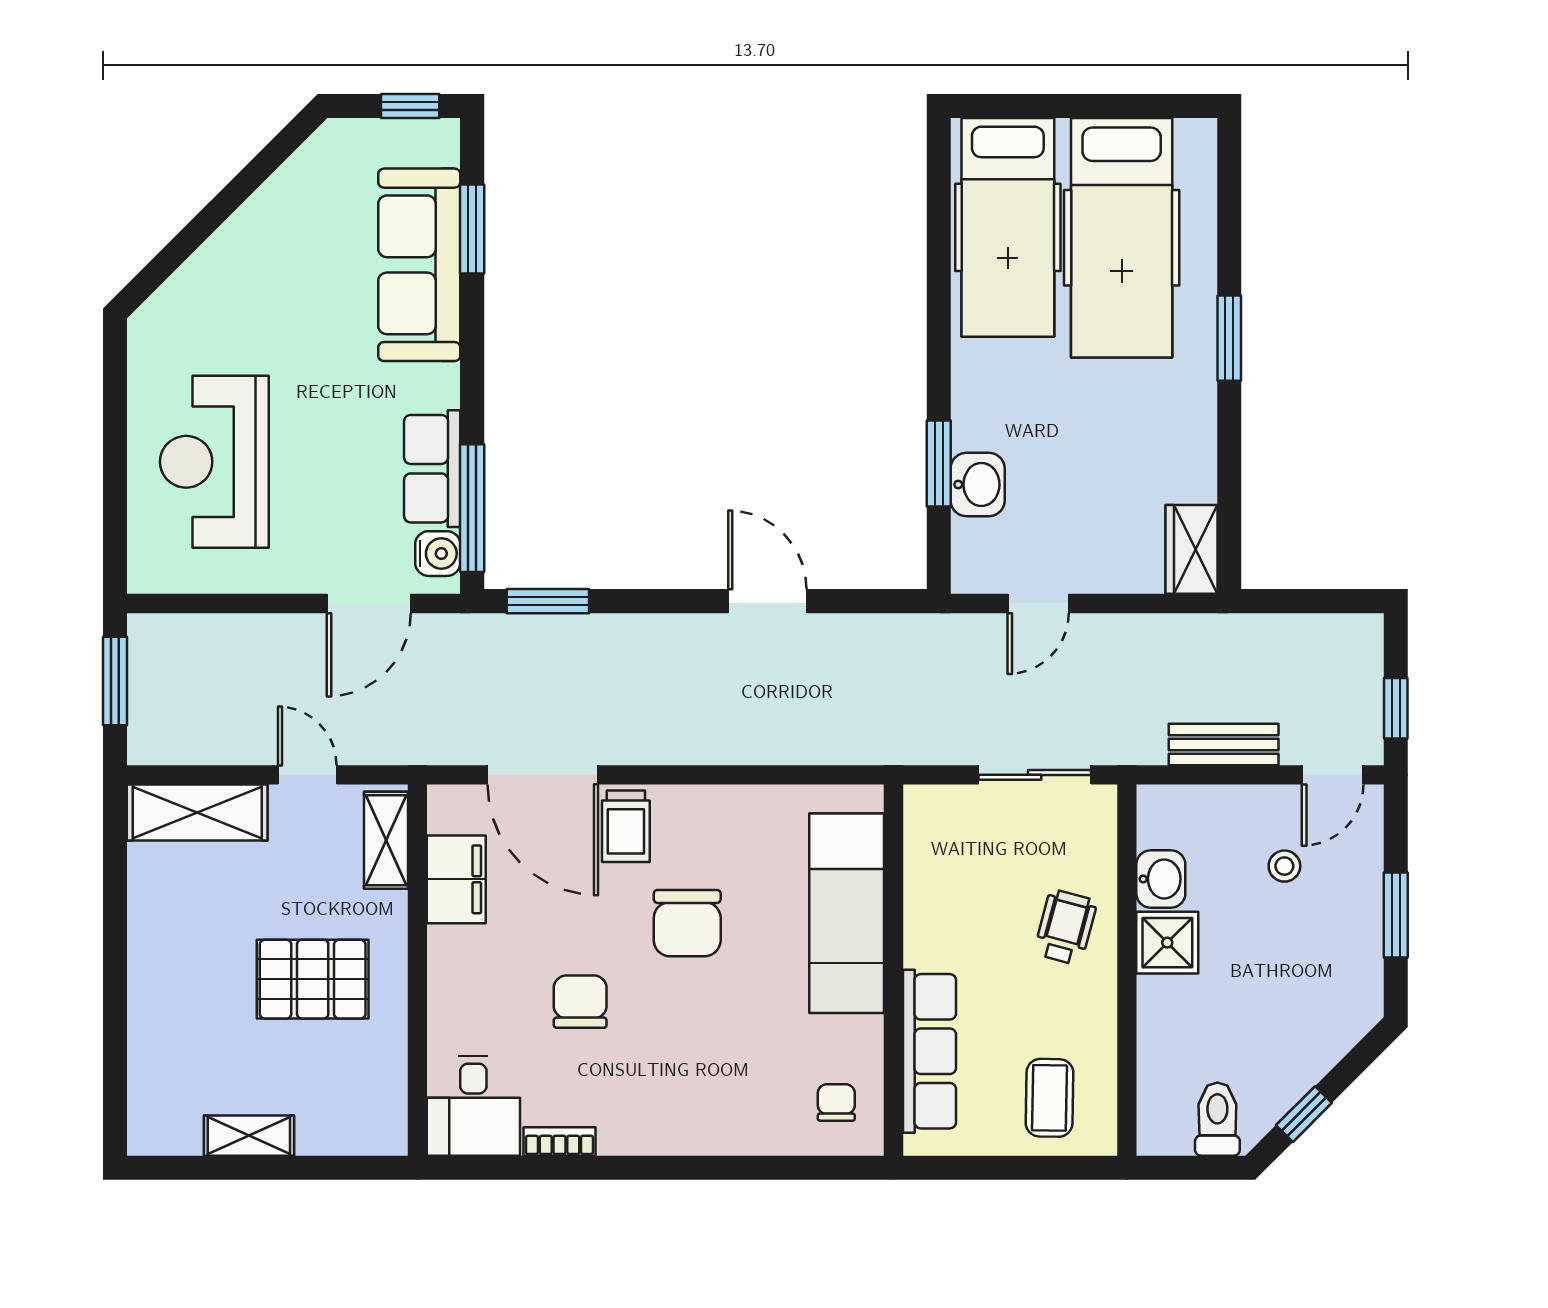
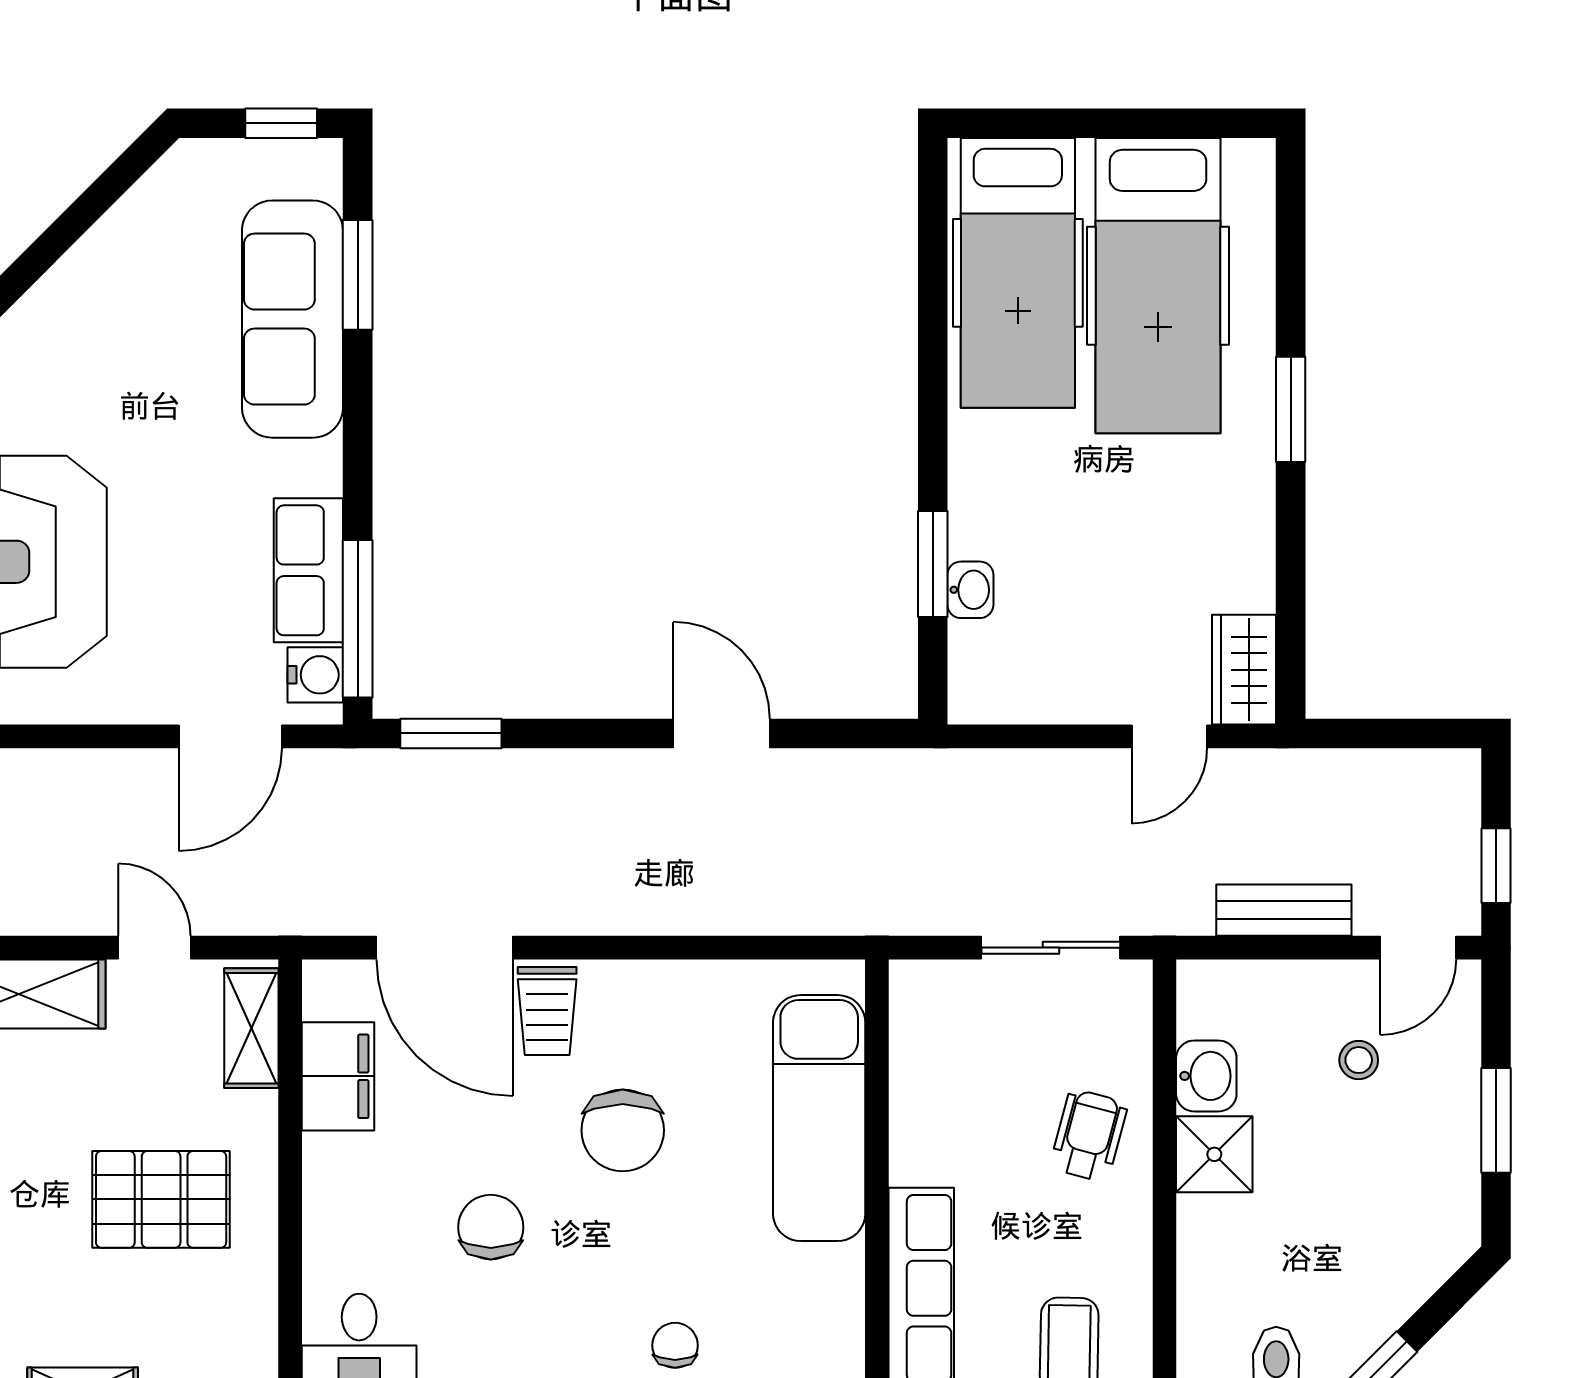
washbasin: (978, 485) -> (970, 590), width x0.72, depth x0.69
door: (1038, 603) -> (1169, 736), moved
chair: (836, 1102) -> (675, 1345), moved

